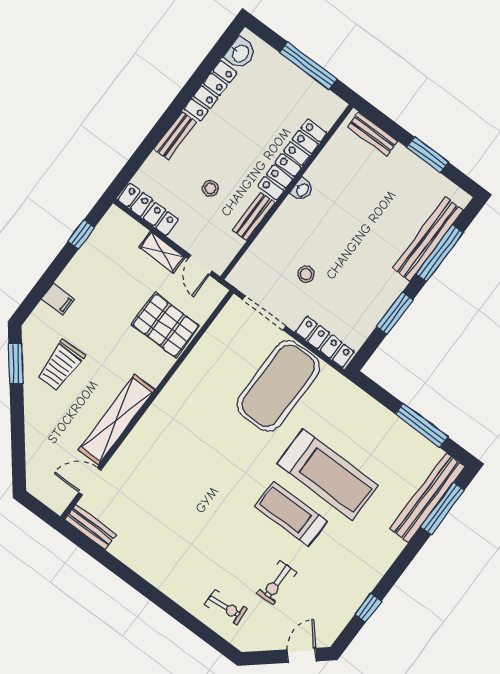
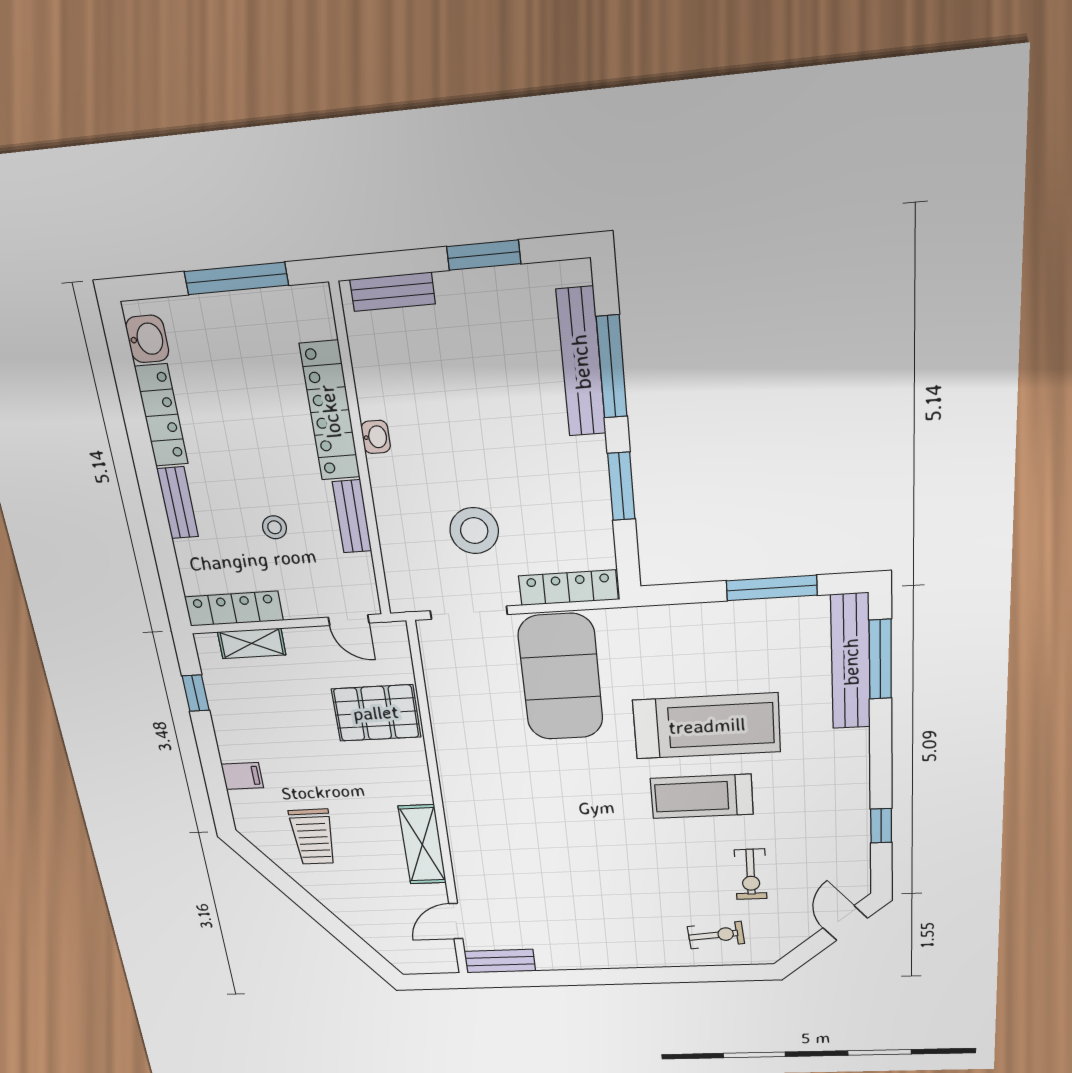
shelving: (162, 252) -> (252, 643), moved
stool: (306, 274) -> (474, 531), width x1.89, depth x1.89
window: (16, 364) -> (268, 869), removed
shelving: (117, 420) -> (422, 845), width x0.68

